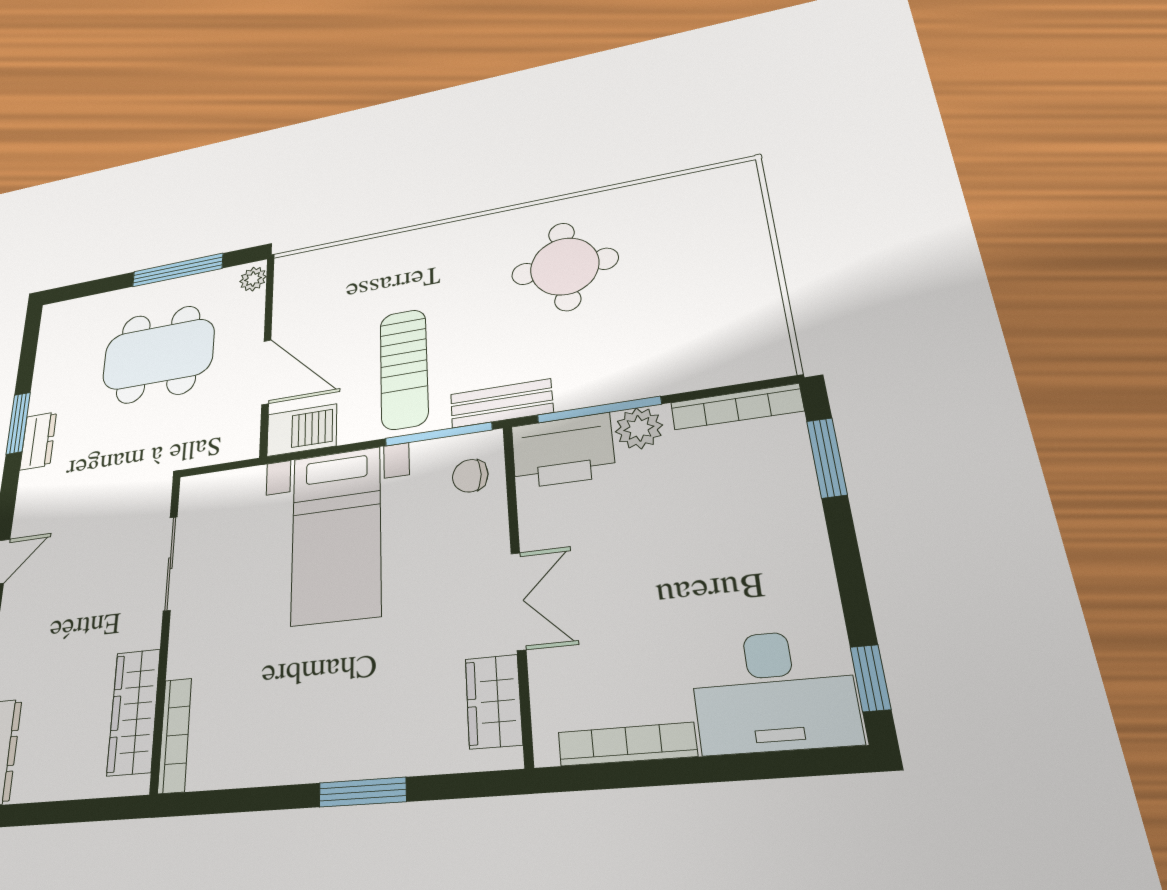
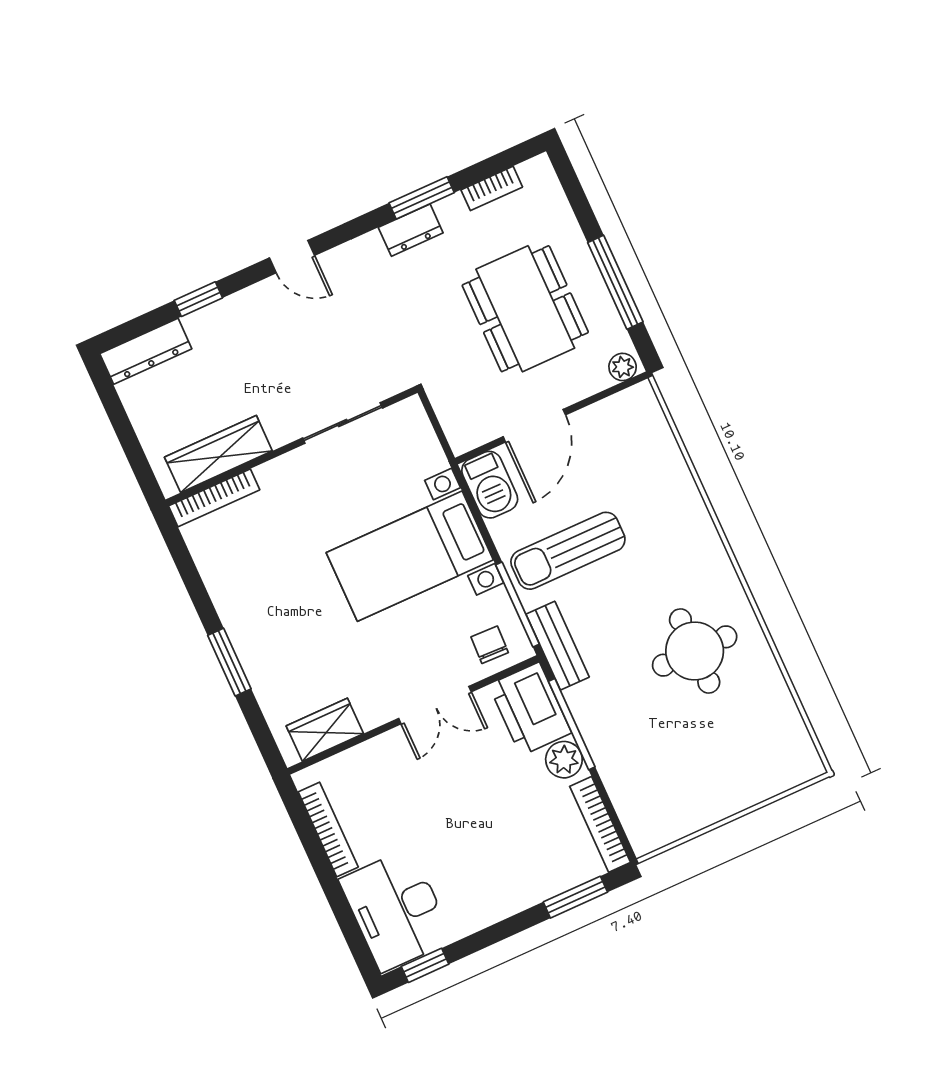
bookcase: (45, 359) -> (492, 188), added
double door: (518, 601) -> (435, 705), moved

